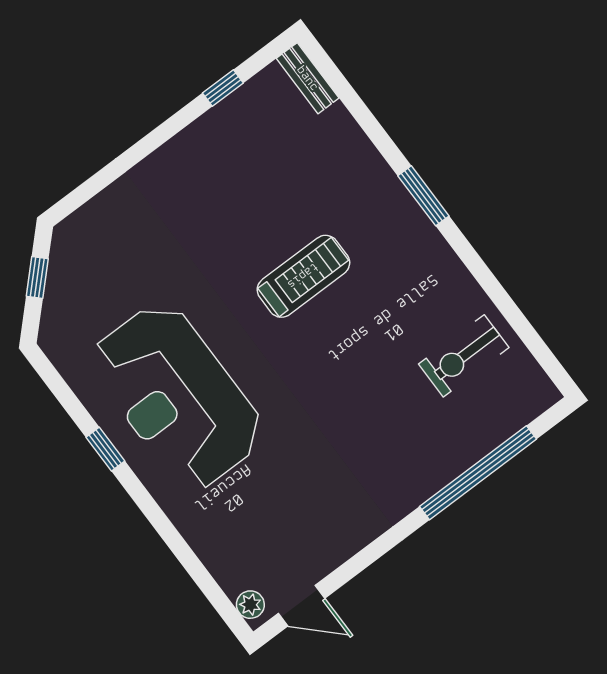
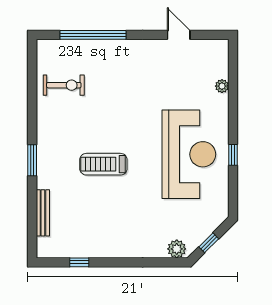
bench: (308, 78) -> (43, 213), moved, width x1.36
plant: (82, 229) -> (177, 249), added
plant: (250, 605) -> (222, 86), moved
door: (302, 606) -> (179, 35), moved

